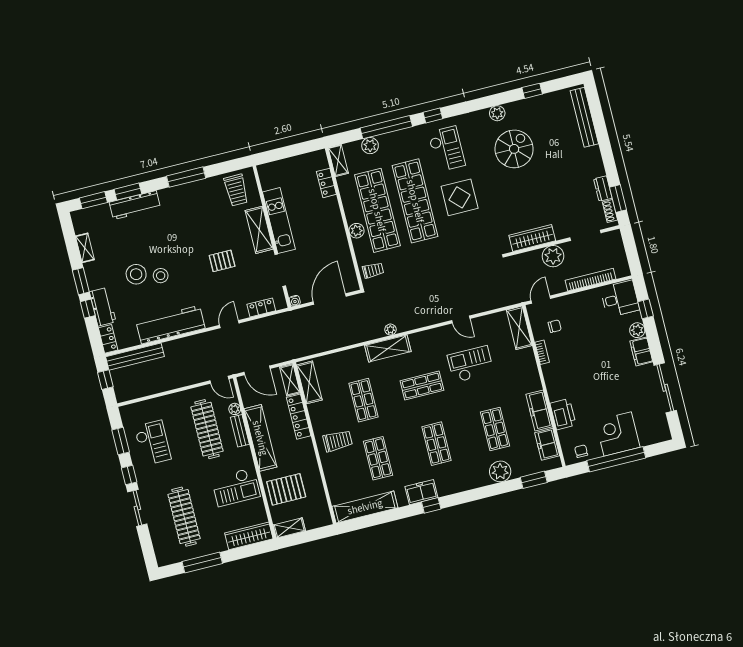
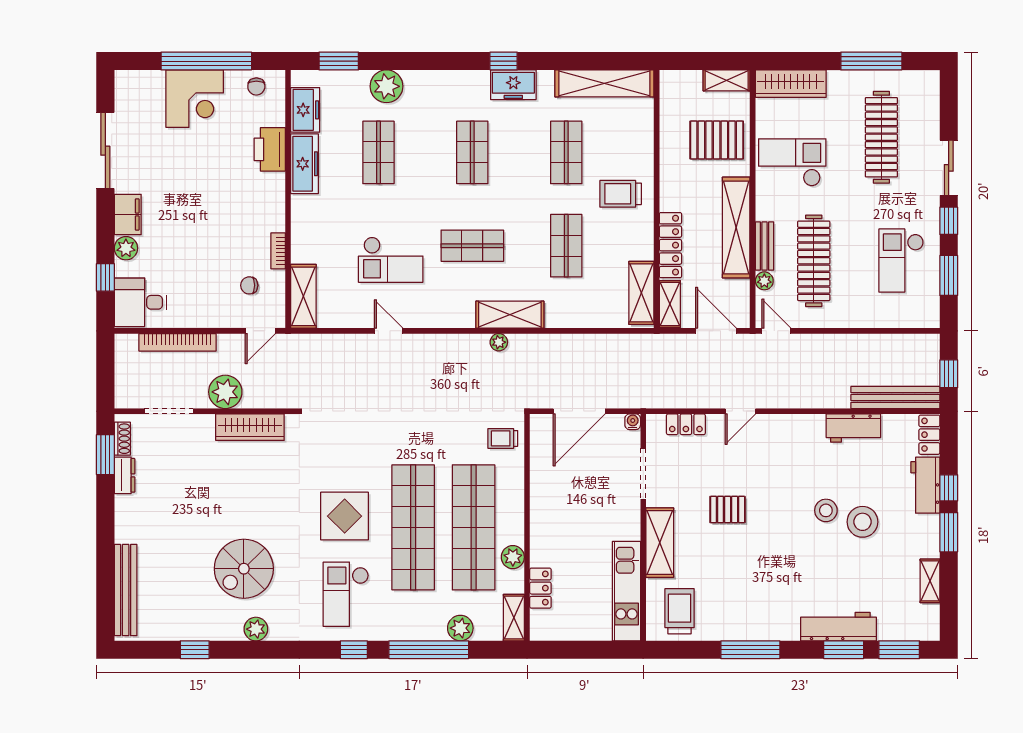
kitchen unit: (279, 221) -> (626, 591), moved
plant: (357, 231) -> (513, 557), moved
workbench: (170, 325) -> (853, 428), width x0.53, depth x0.76

